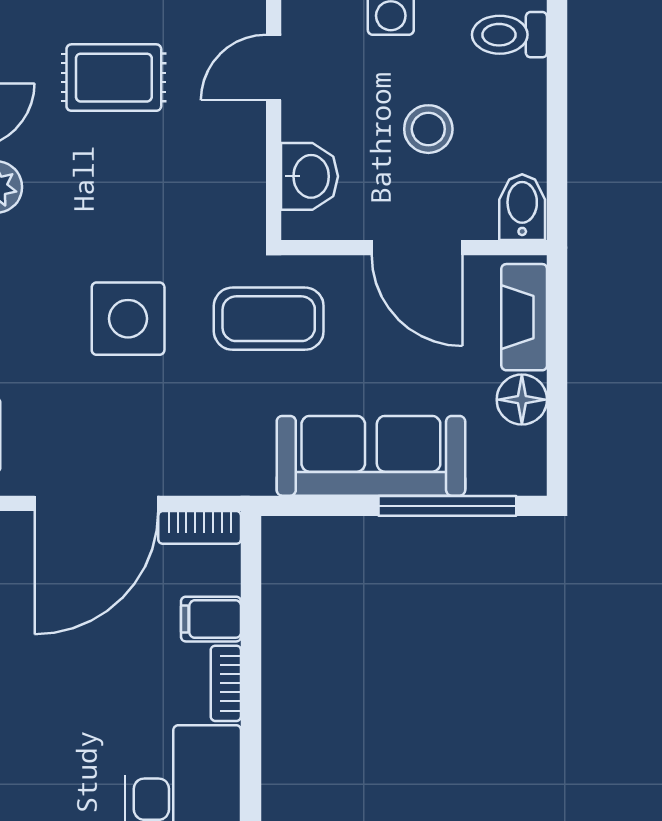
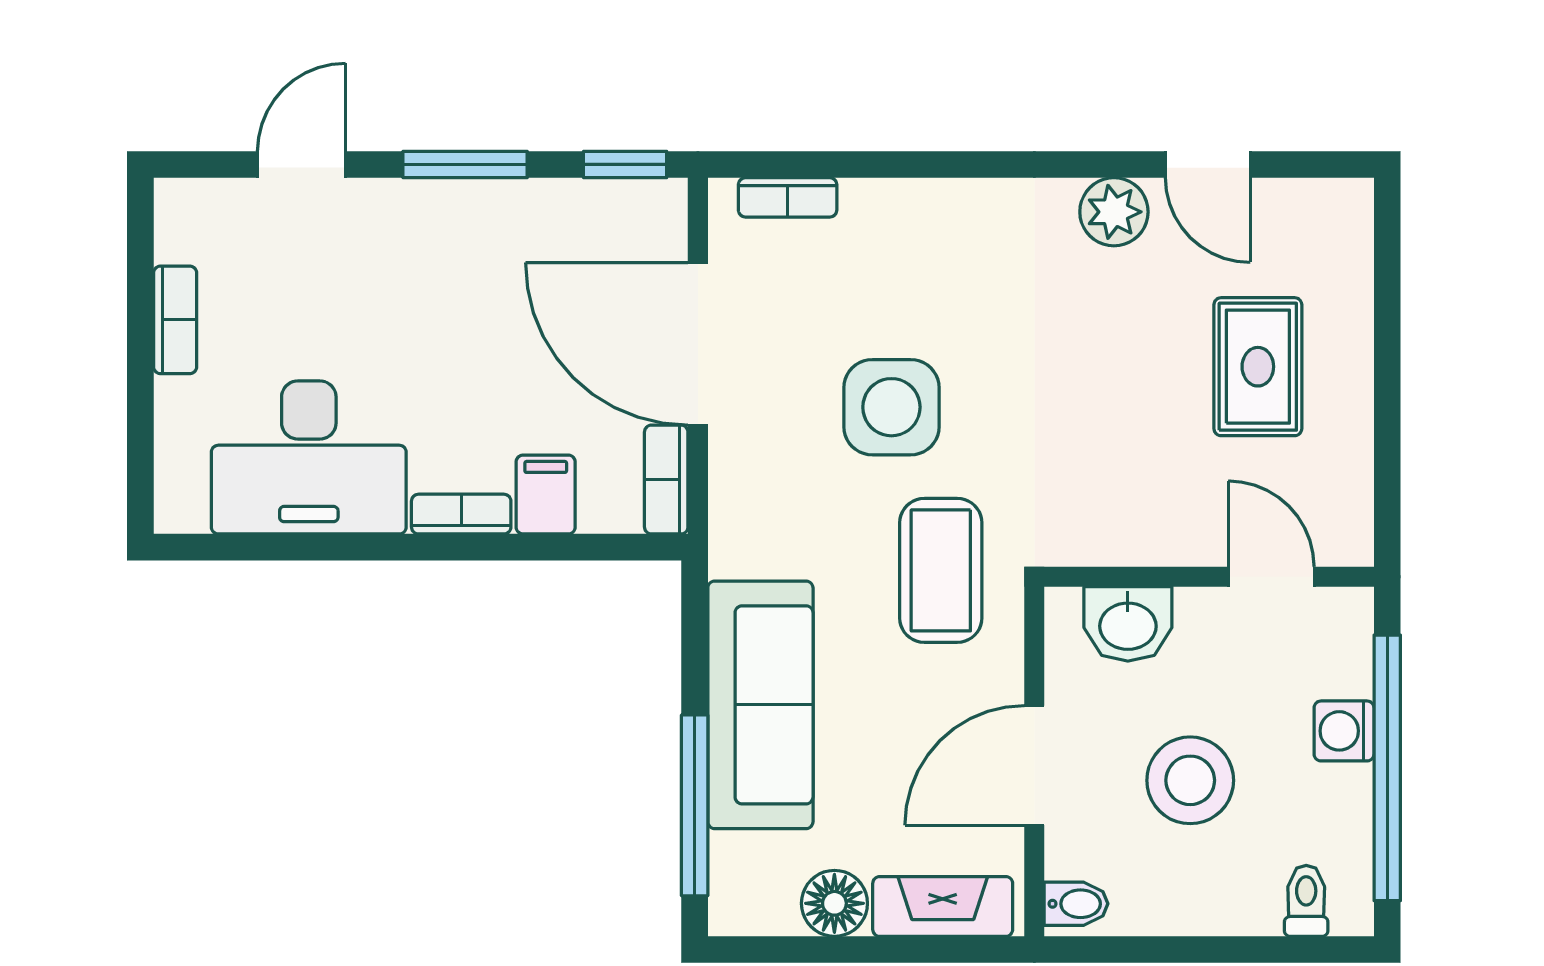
toilet: (509, 35) -> (1306, 901), width x0.73, depth x0.72
stool: (428, 129) -> (1190, 780), width x1.38, depth x1.38
bidet: (522, 207) -> (1076, 904), width x0.72, depth x0.74
side table: (128, 319) -> (891, 407), moved

